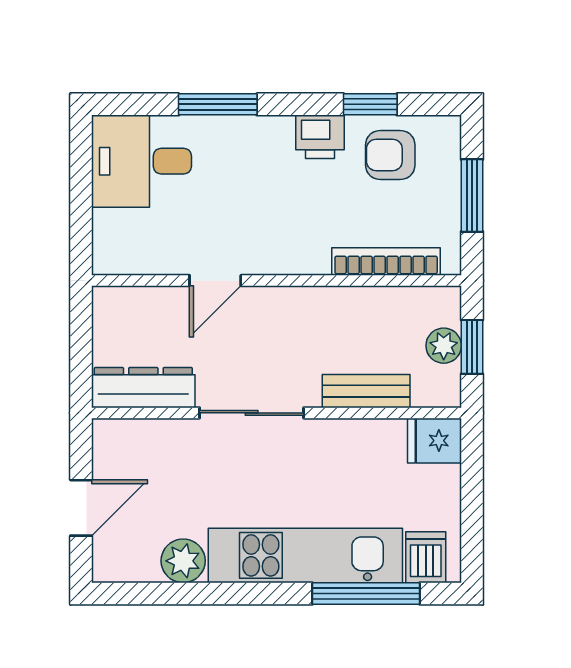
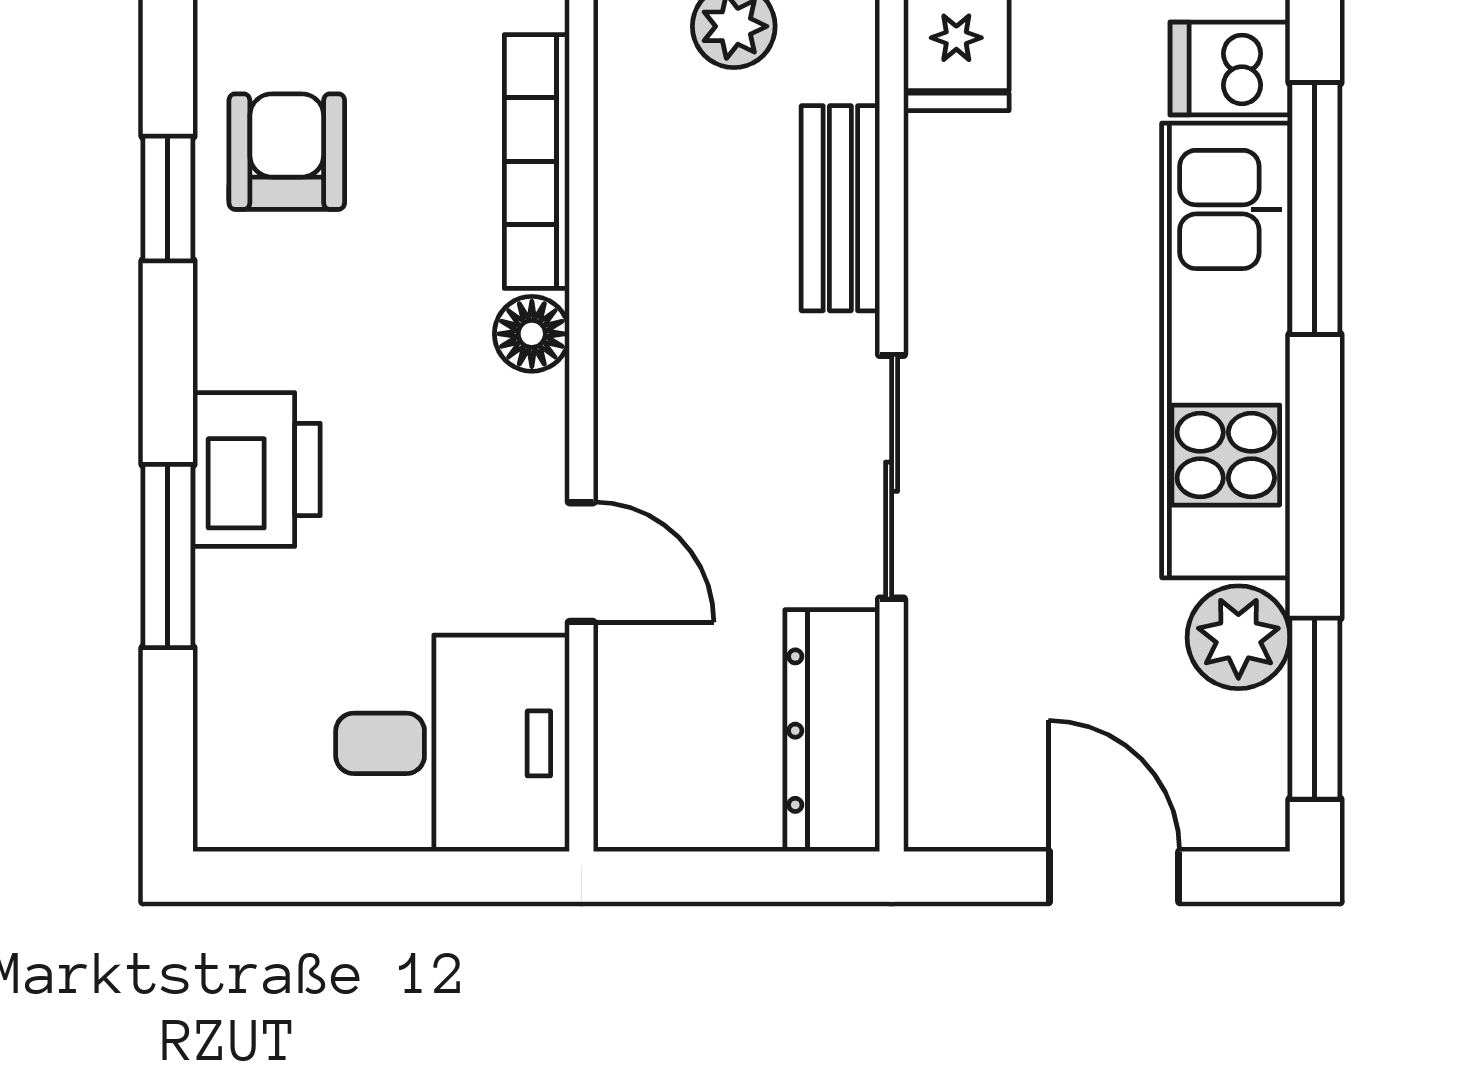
printer: (320, 137) -> (257, 470), moved, width x1.36, depth x1.24
armchair: (390, 155) -> (287, 152), turned 180
desk: (142, 161) -> (453, 743), moved, turned -90
floor lamp: (313, 259) -> (532, 334), added
window: (153, 593) -> (1315, 709), added

